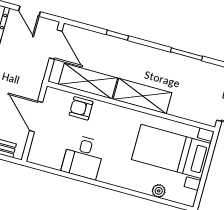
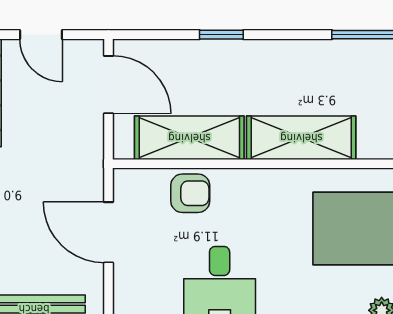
armchair: (81, 108) -> (190, 193), turned 180

